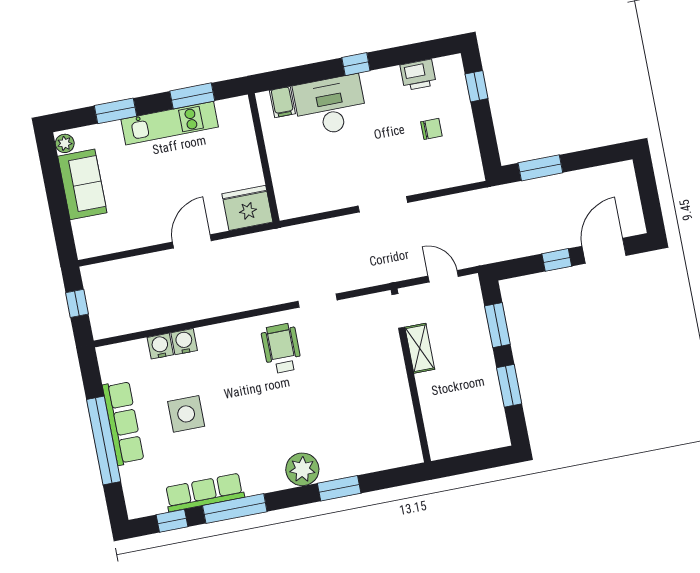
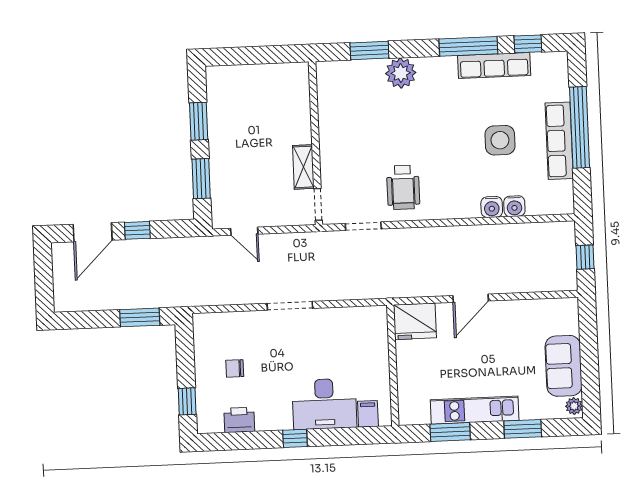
doorway: (398, 311) -> (318, 204), moved
shelving: (420, 348) -> (303, 167), moved
wall: (411, 376) -> (316, 143), moved

